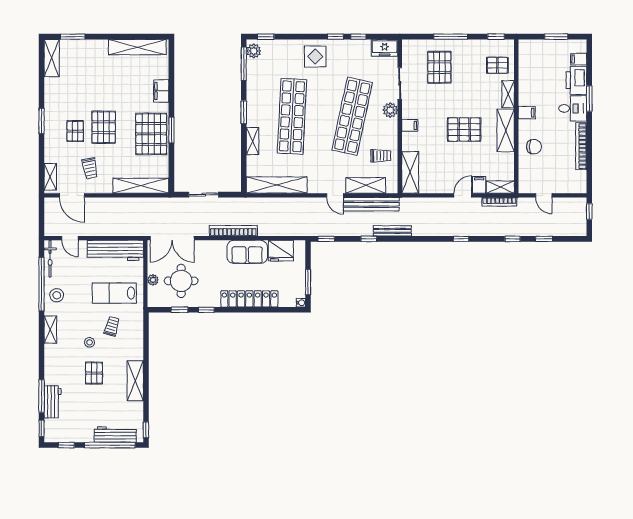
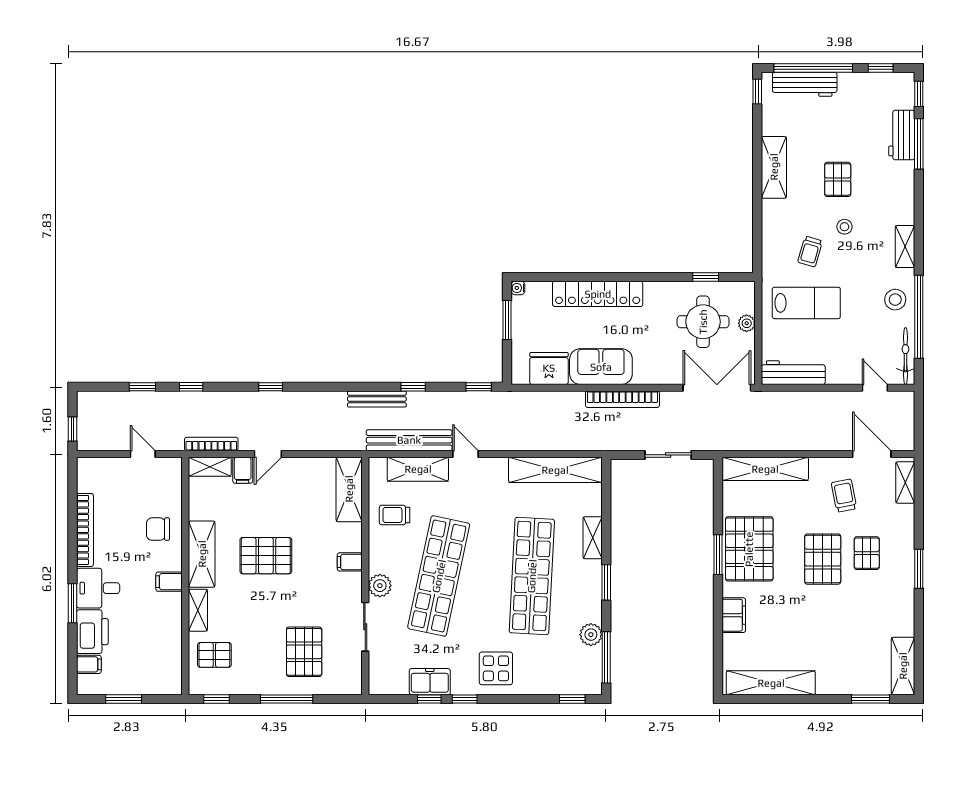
freezer: (385, 48) -> (430, 682), moved
plant: (254, 51) -> (591, 635), moved
workbench: (115, 250) -> (793, 373), width x0.73, depth x0.76
window: (206, 310) -> (664, 277), removed

